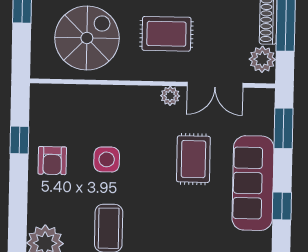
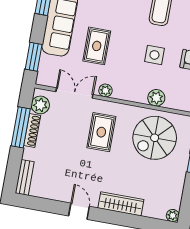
rug: (166, 34) -> (101, 132), turned 90
plant: (94, 97) -> (156, 98), added

